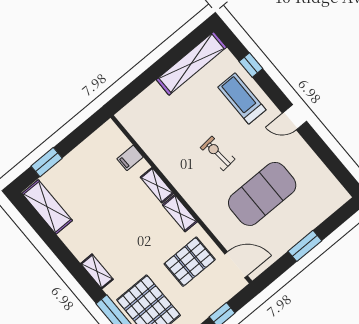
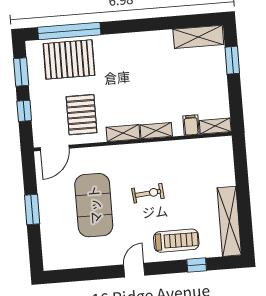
shelving: (97, 271) -> (215, 126), moved

